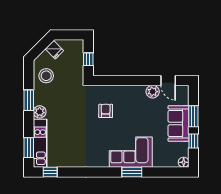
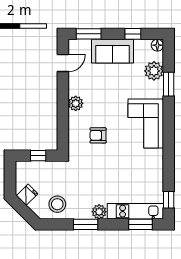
plant: (153, 92) -> (76, 103), moved
window: (193, 116) -> (89, 34), moved
corner sofa: (131, 152) -> (146, 124), moved
plant: (161, 159) -> (154, 71), added
window: (132, 172) -> (169, 84), moved

